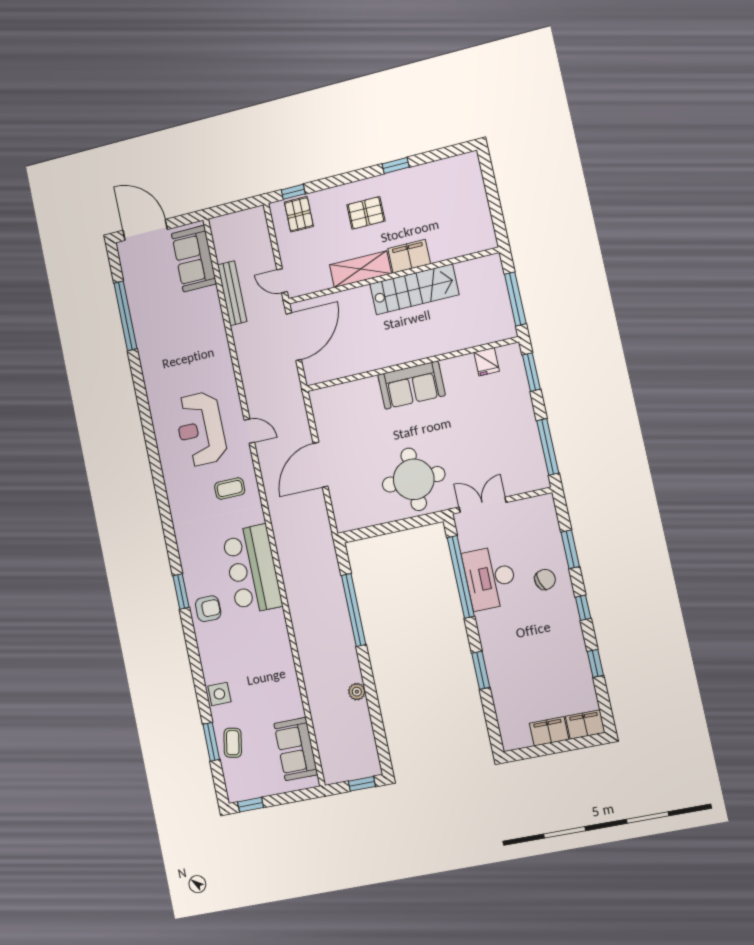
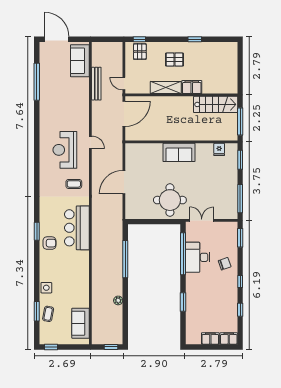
stairs: (414, 289) -> (216, 104), moved
door: (249, 431) -> (90, 142), moved
window: (570, 549) -> (240, 238), moved

